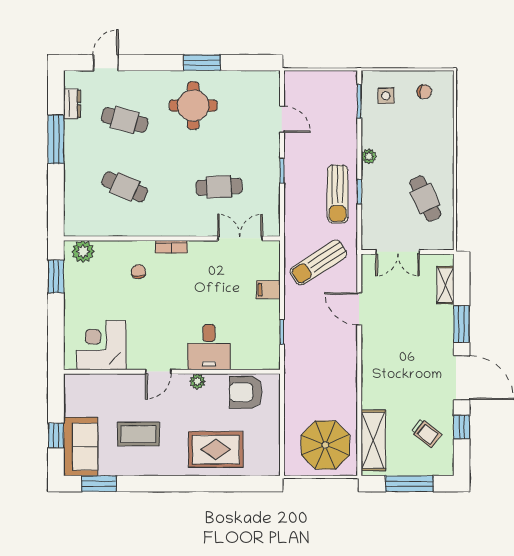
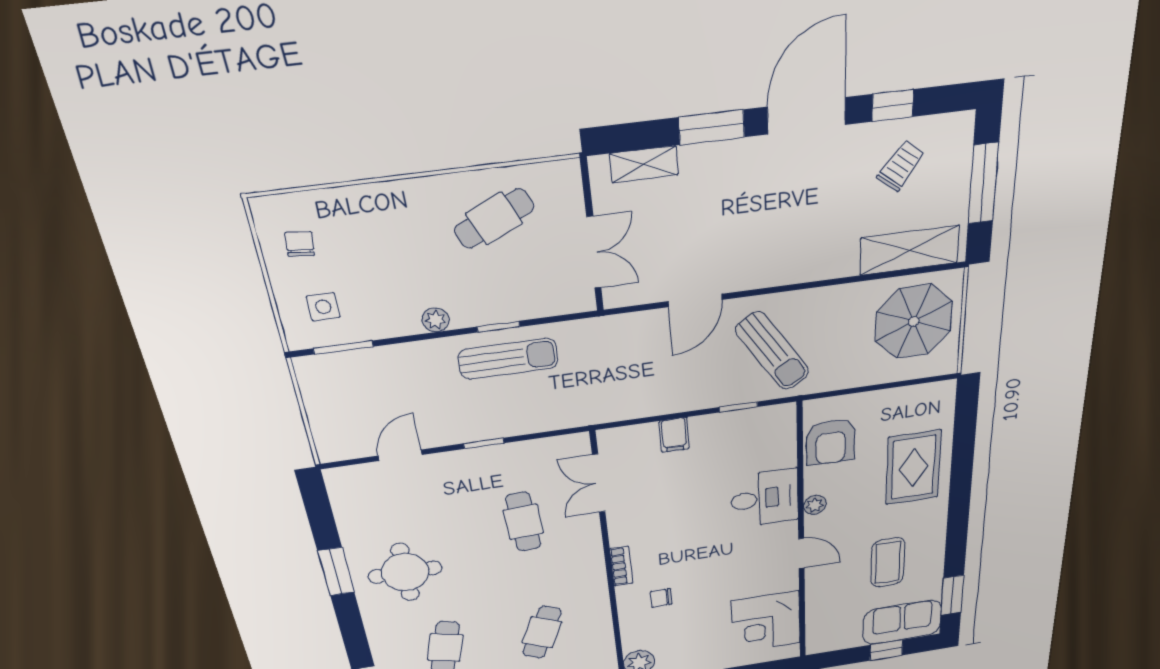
sun lounger: (318, 263) -> (772, 351), moved

